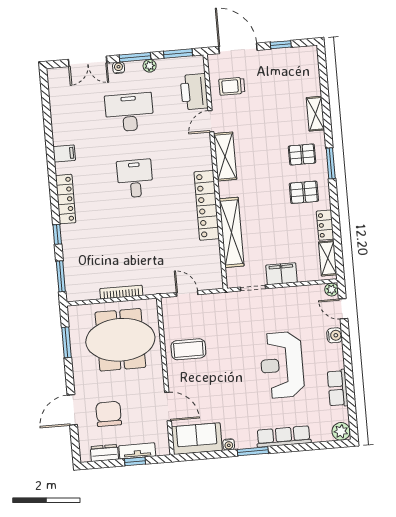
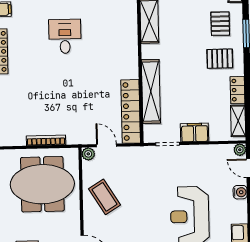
pallet: (302, 154) -> (220, 24), turned 90
locker: (207, 205) -> (131, 111), moved
plant: (168, 304) -> (88, 154), added
coffee table: (188, 349) -> (105, 197), turned 58

